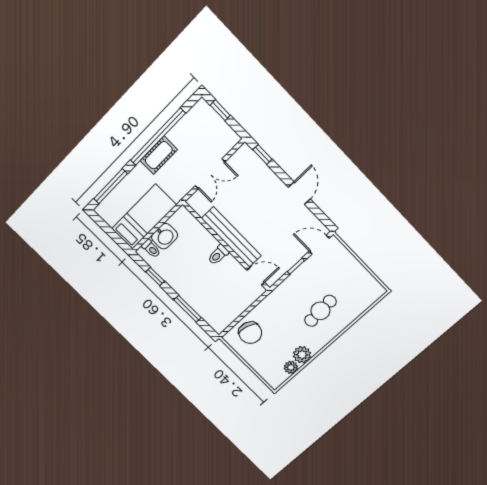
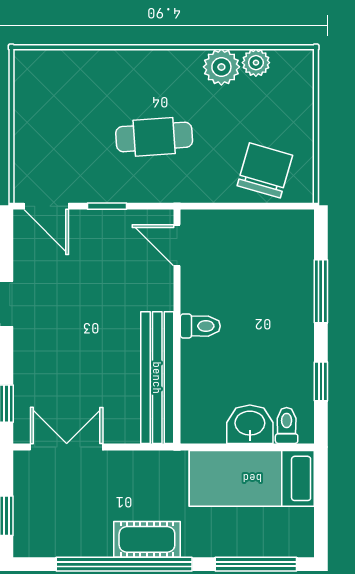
double door: (210, 174) -> (67, 447), moved
bench: (231, 237) -> (157, 378), moved
cafe table: (320, 311) -> (154, 137), moved

